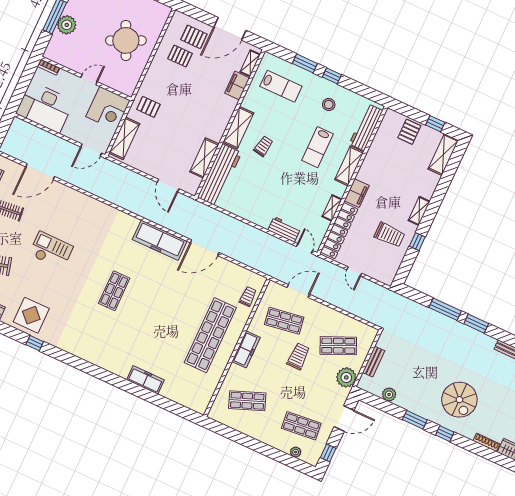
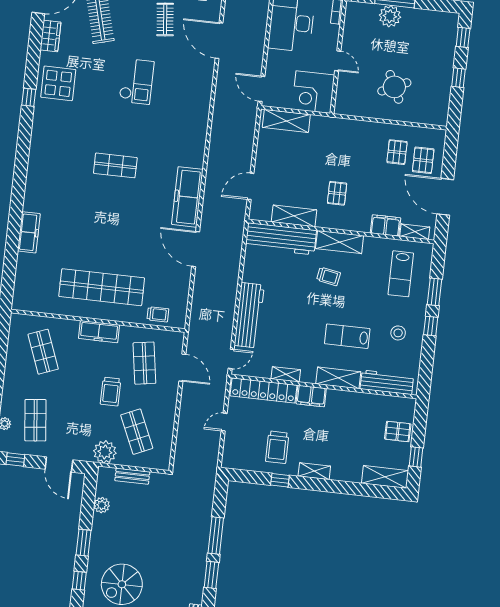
round table: (126, 40) -> (394, 87), width x0.73, depth x0.73
pallet: (148, 107) -> (337, 193), moved
workbench: (284, 229) -> (249, 315), width x1.88, depth x1.32
trolley: (298, 356) -> (111, 392), turned 90

